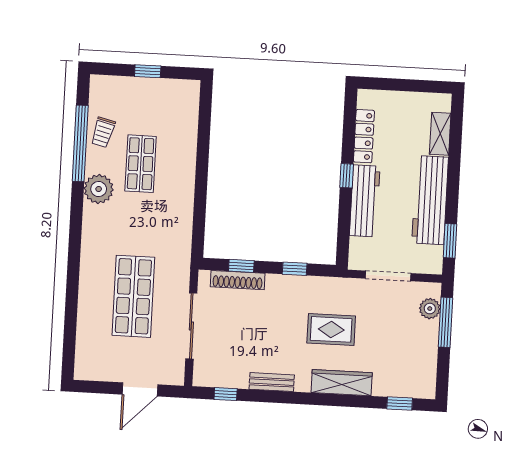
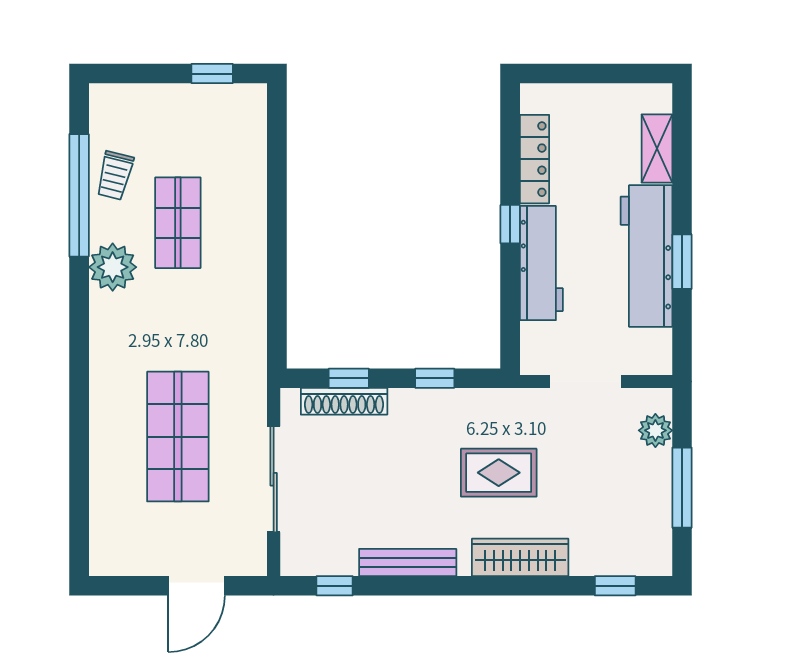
window: (148, 71) -> (212, 74), moved
window: (450, 241) -> (682, 262), moved
window: (446, 322) -> (682, 488), moved
bench: (272, 382) -> (408, 562), width x1.36

